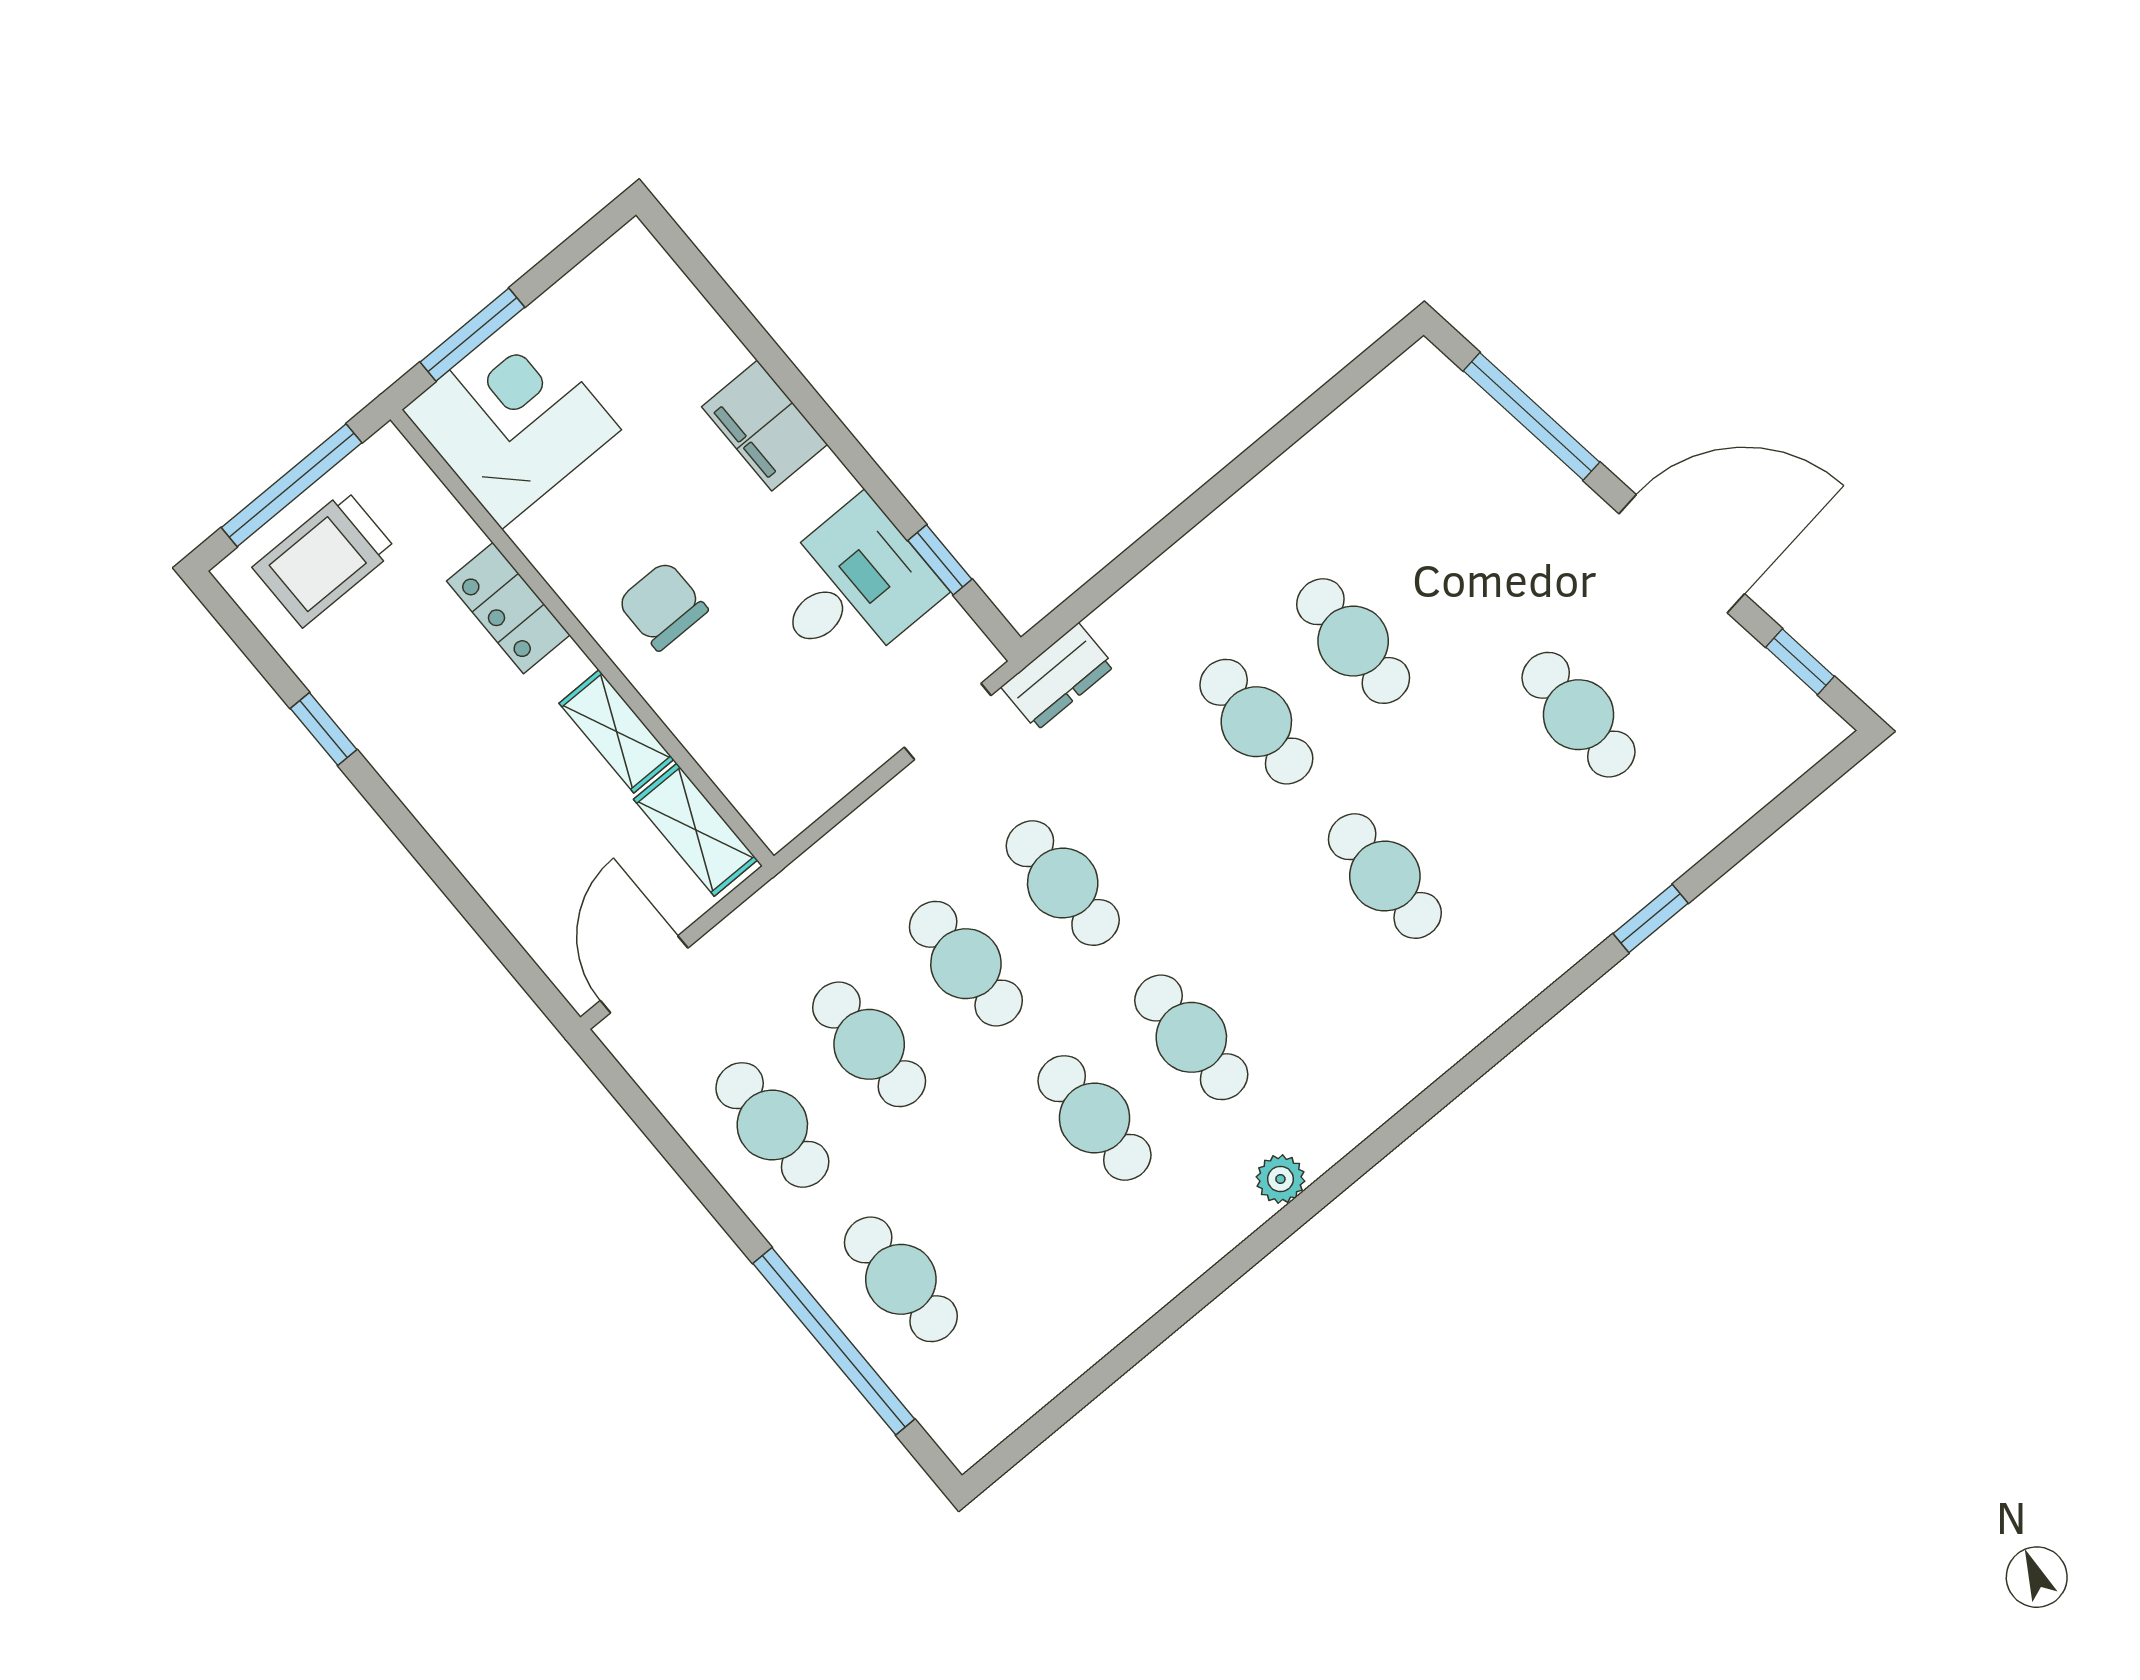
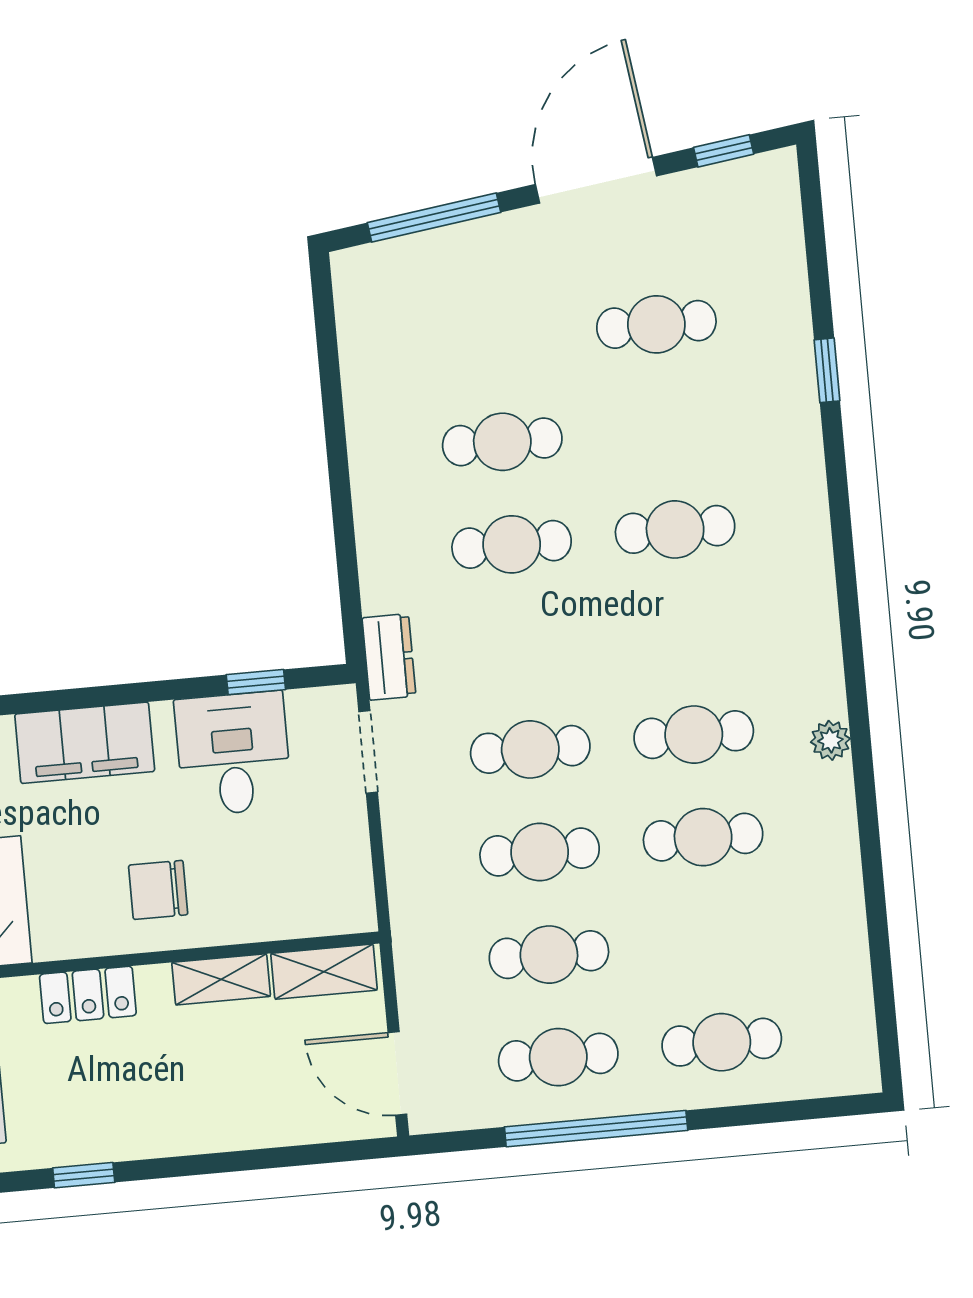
filing cabinet: (765, 426) -> (85, 743), width x1.50, depth x1.17
window: (834, 1341) -> (596, 1129), moved

